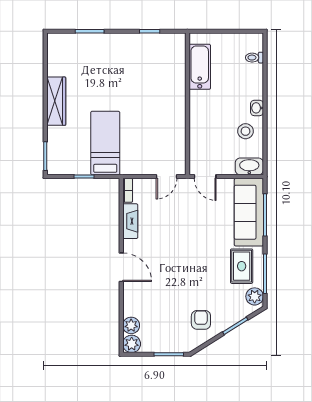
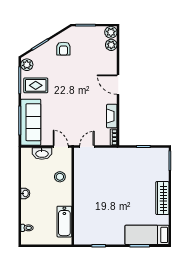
stool: (246, 131) -> (60, 177), moved
bed: (105, 143) -> (147, 235), moved, turned 90
washbasin: (249, 166) -> (42, 153), moved
rug: (242, 266) -> (36, 85), turned 90

